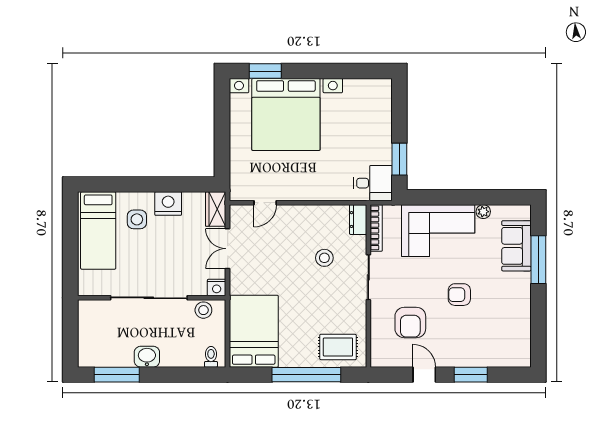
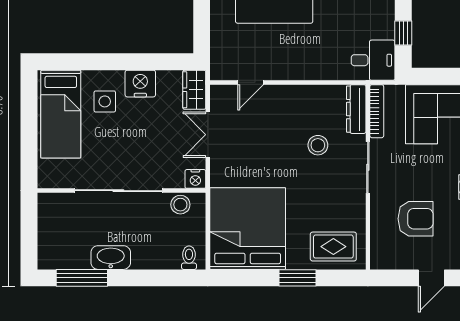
window: (399, 159) -> (403, 33), width x0.67
dresser: (358, 220) -> (356, 109), width x1.44
armchair: (410, 323) -> (416, 219), turned -90
bed: (254, 331) -> (248, 229), width x1.36
washbasin: (147, 357) -> (111, 258), width x1.38
window: (306, 375) -> (297, 278), width x0.47
door: (424, 375) -> (431, 278), swing flipped

